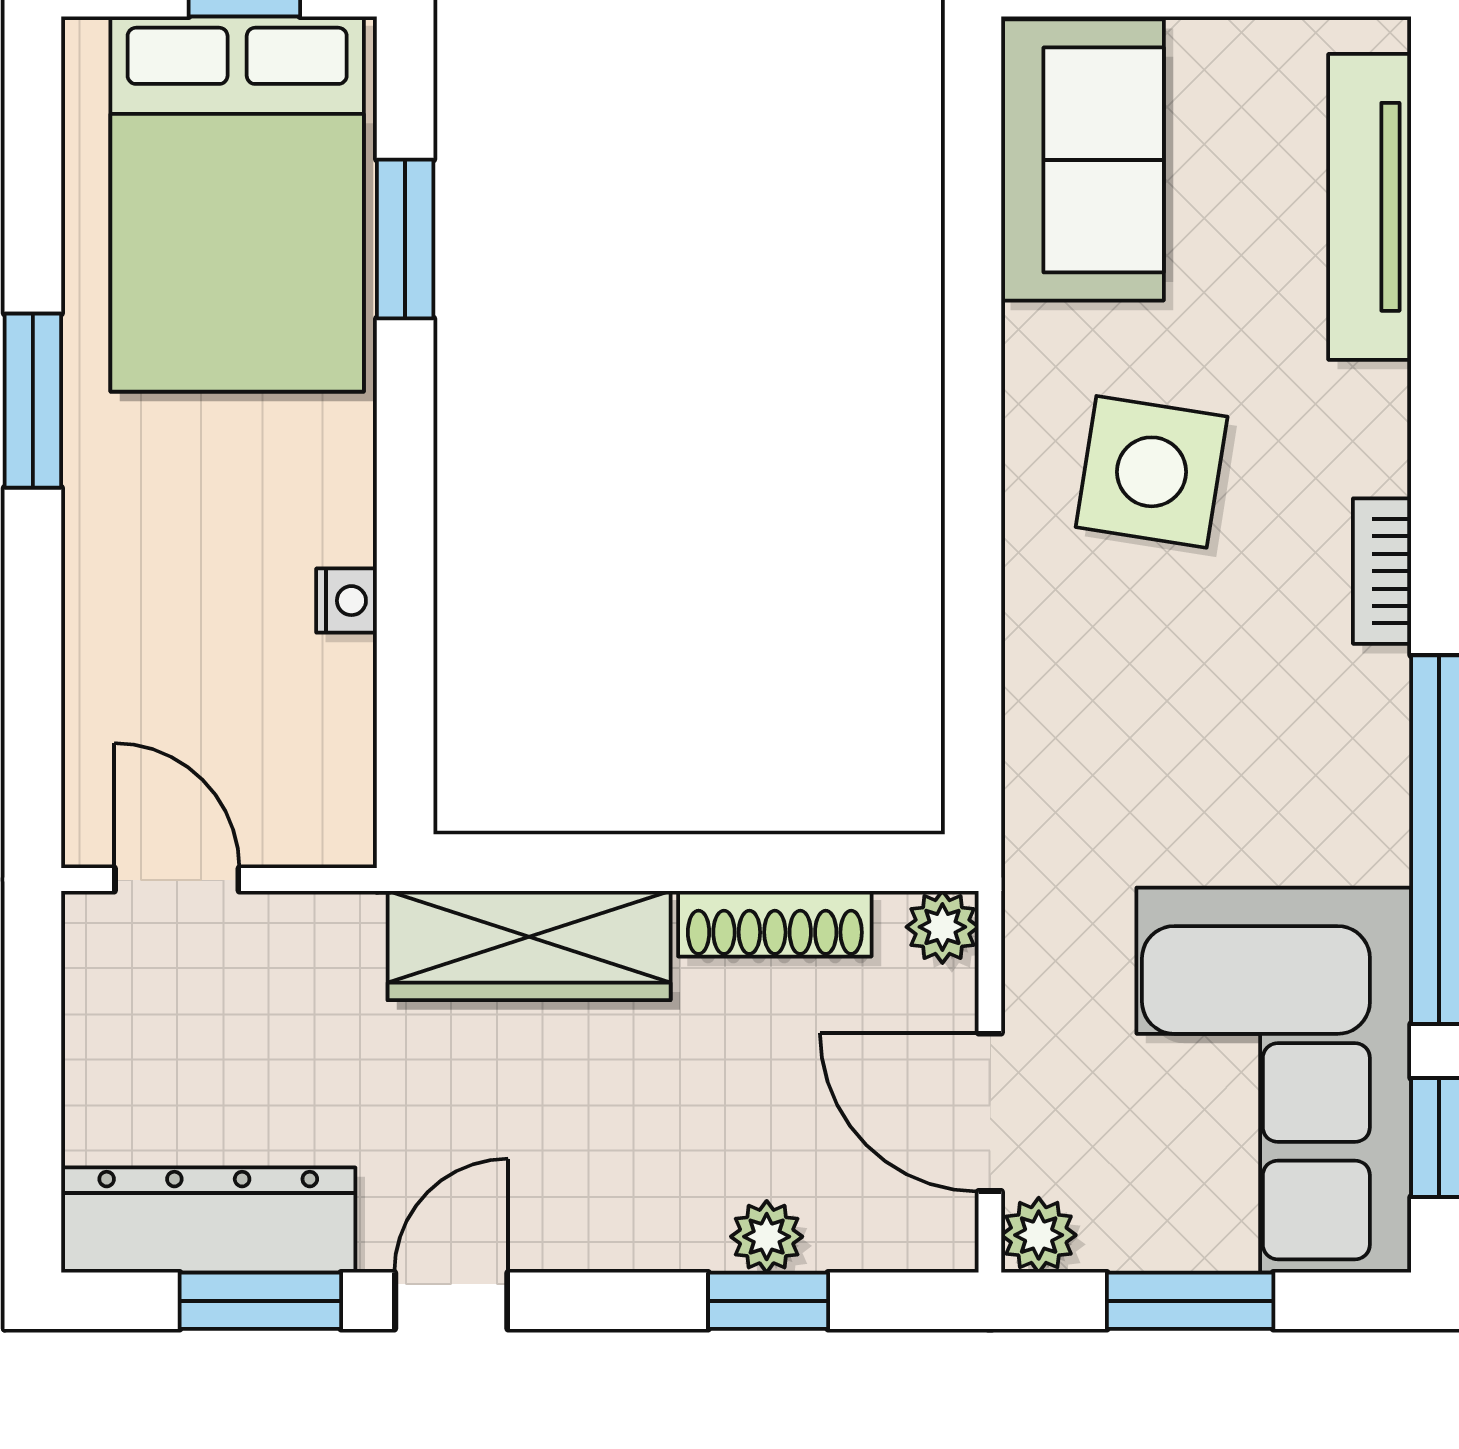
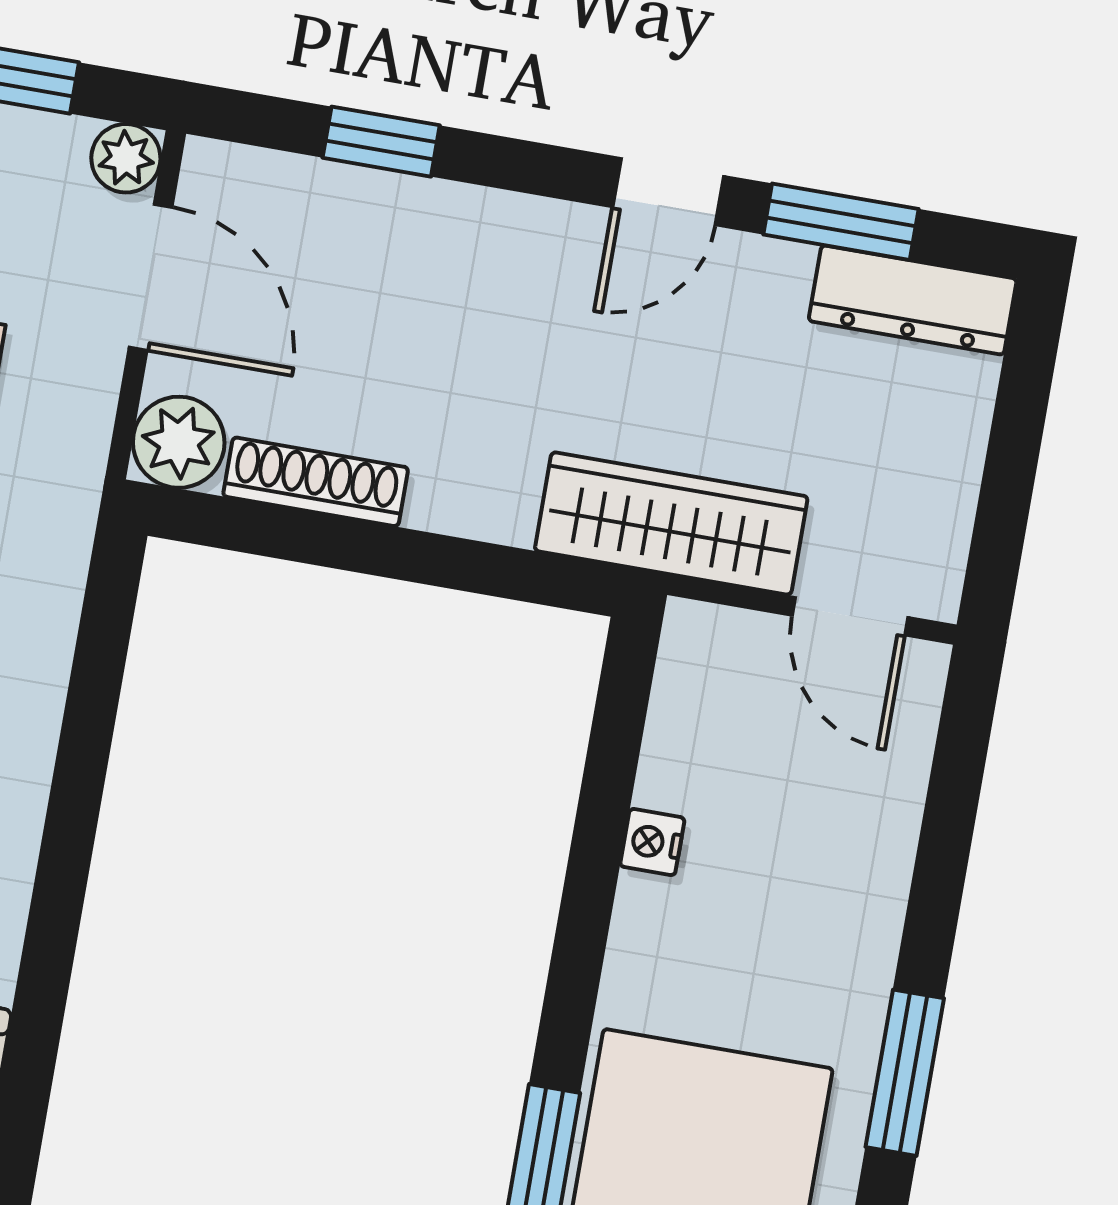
plant: (942, 927) -> (179, 442), width x1.38, depth x1.38
wardrobe: (529, 946) -> (671, 524), moved
dresser: (208, 1220) -> (913, 300), width x0.73, depth x0.80
plant: (767, 1237) -> (372, 200), removed

